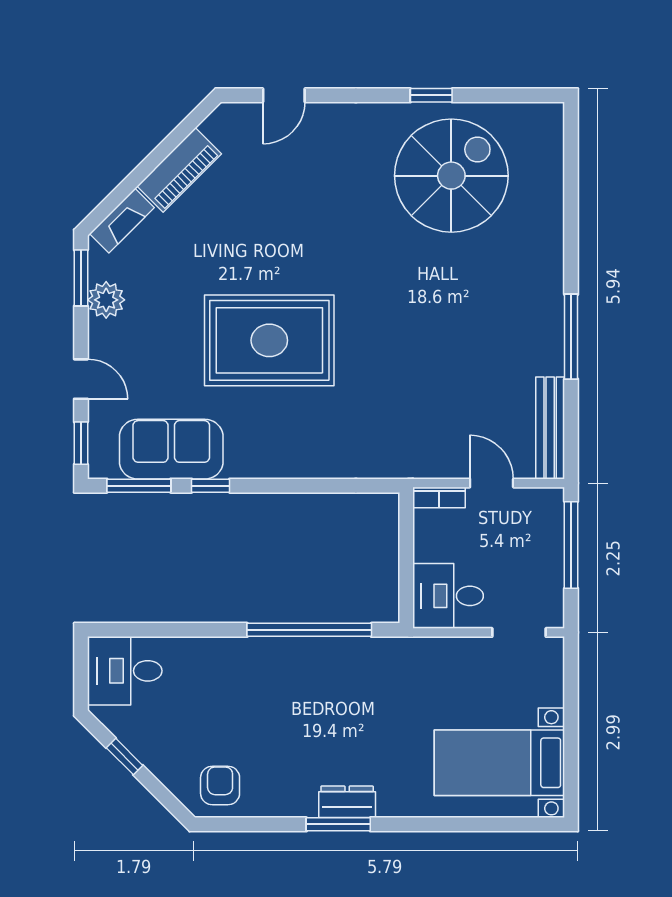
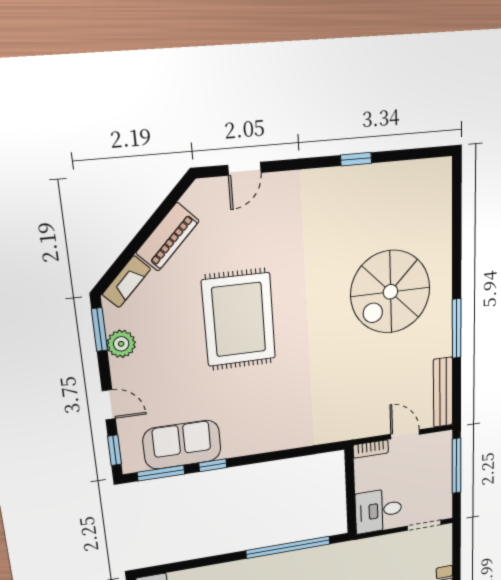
spiral stairs: (451, 176) -> (390, 292), moved, turned 180
rug: (269, 340) -> (239, 320), moved, turned 90

